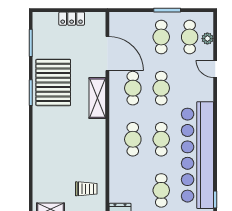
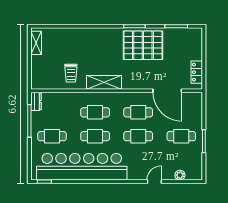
locker: (72, 19) -> (197, 72), moved
cafe table: (190, 37) -> (181, 160), removed
door: (107, 54) -> (167, 91), hinge flipped
shelving: (97, 98) -> (104, 82), moved
trolley: (86, 189) -> (71, 73), moved

